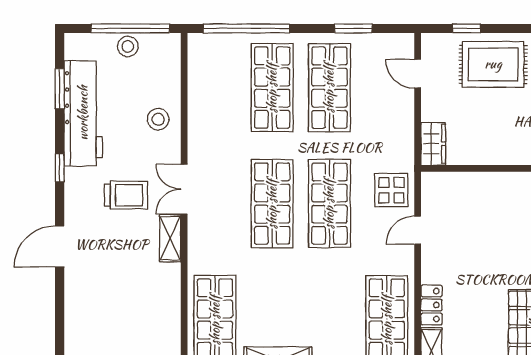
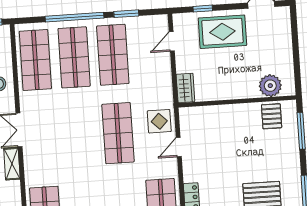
window: (246, 28) -> (75, 17), moved
door: (418, 74) -> (172, 41), hinge flipped
shop shelf: (272, 204) -> (35, 60), moved

